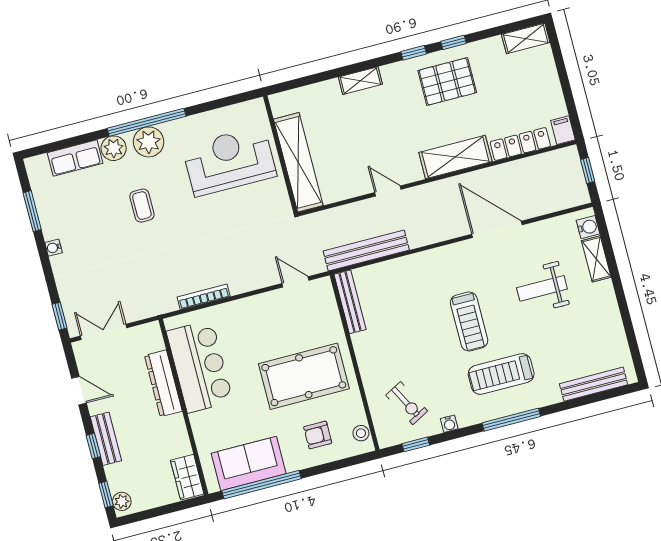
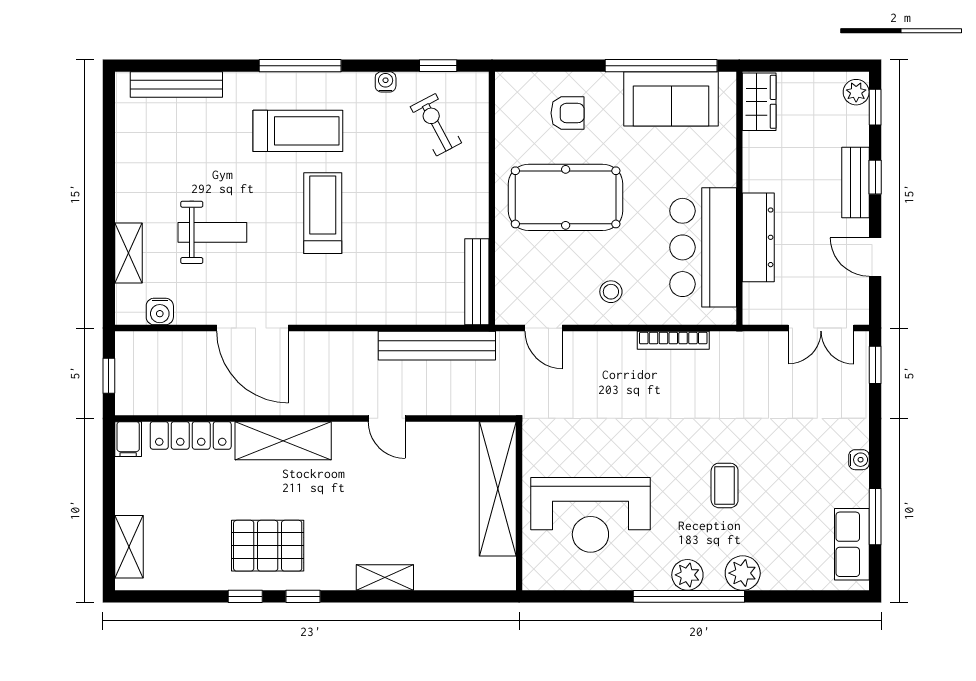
shelving: (526, 38) -> (129, 547), moved, turned 90
plant: (149, 142) -> (687, 575), width x0.73, depth x0.73
row of seats: (75, 158) -> (852, 544), moved, turned -90
water cooler: (588, 227) -> (160, 312), moved, turned -90
stool: (361, 433) -> (611, 292), moved

